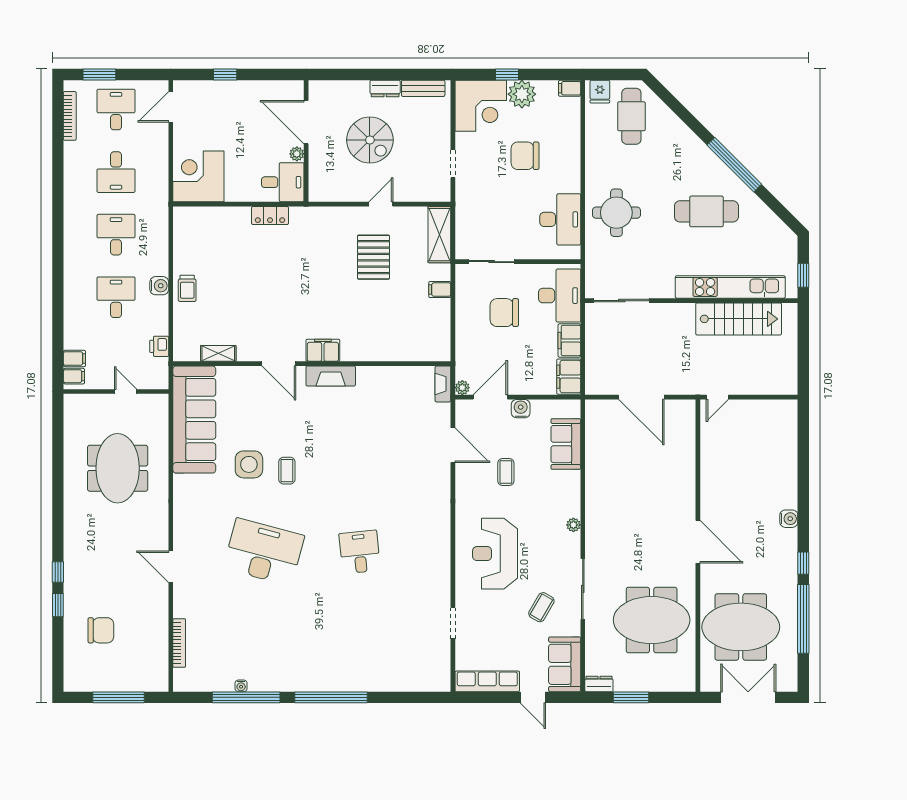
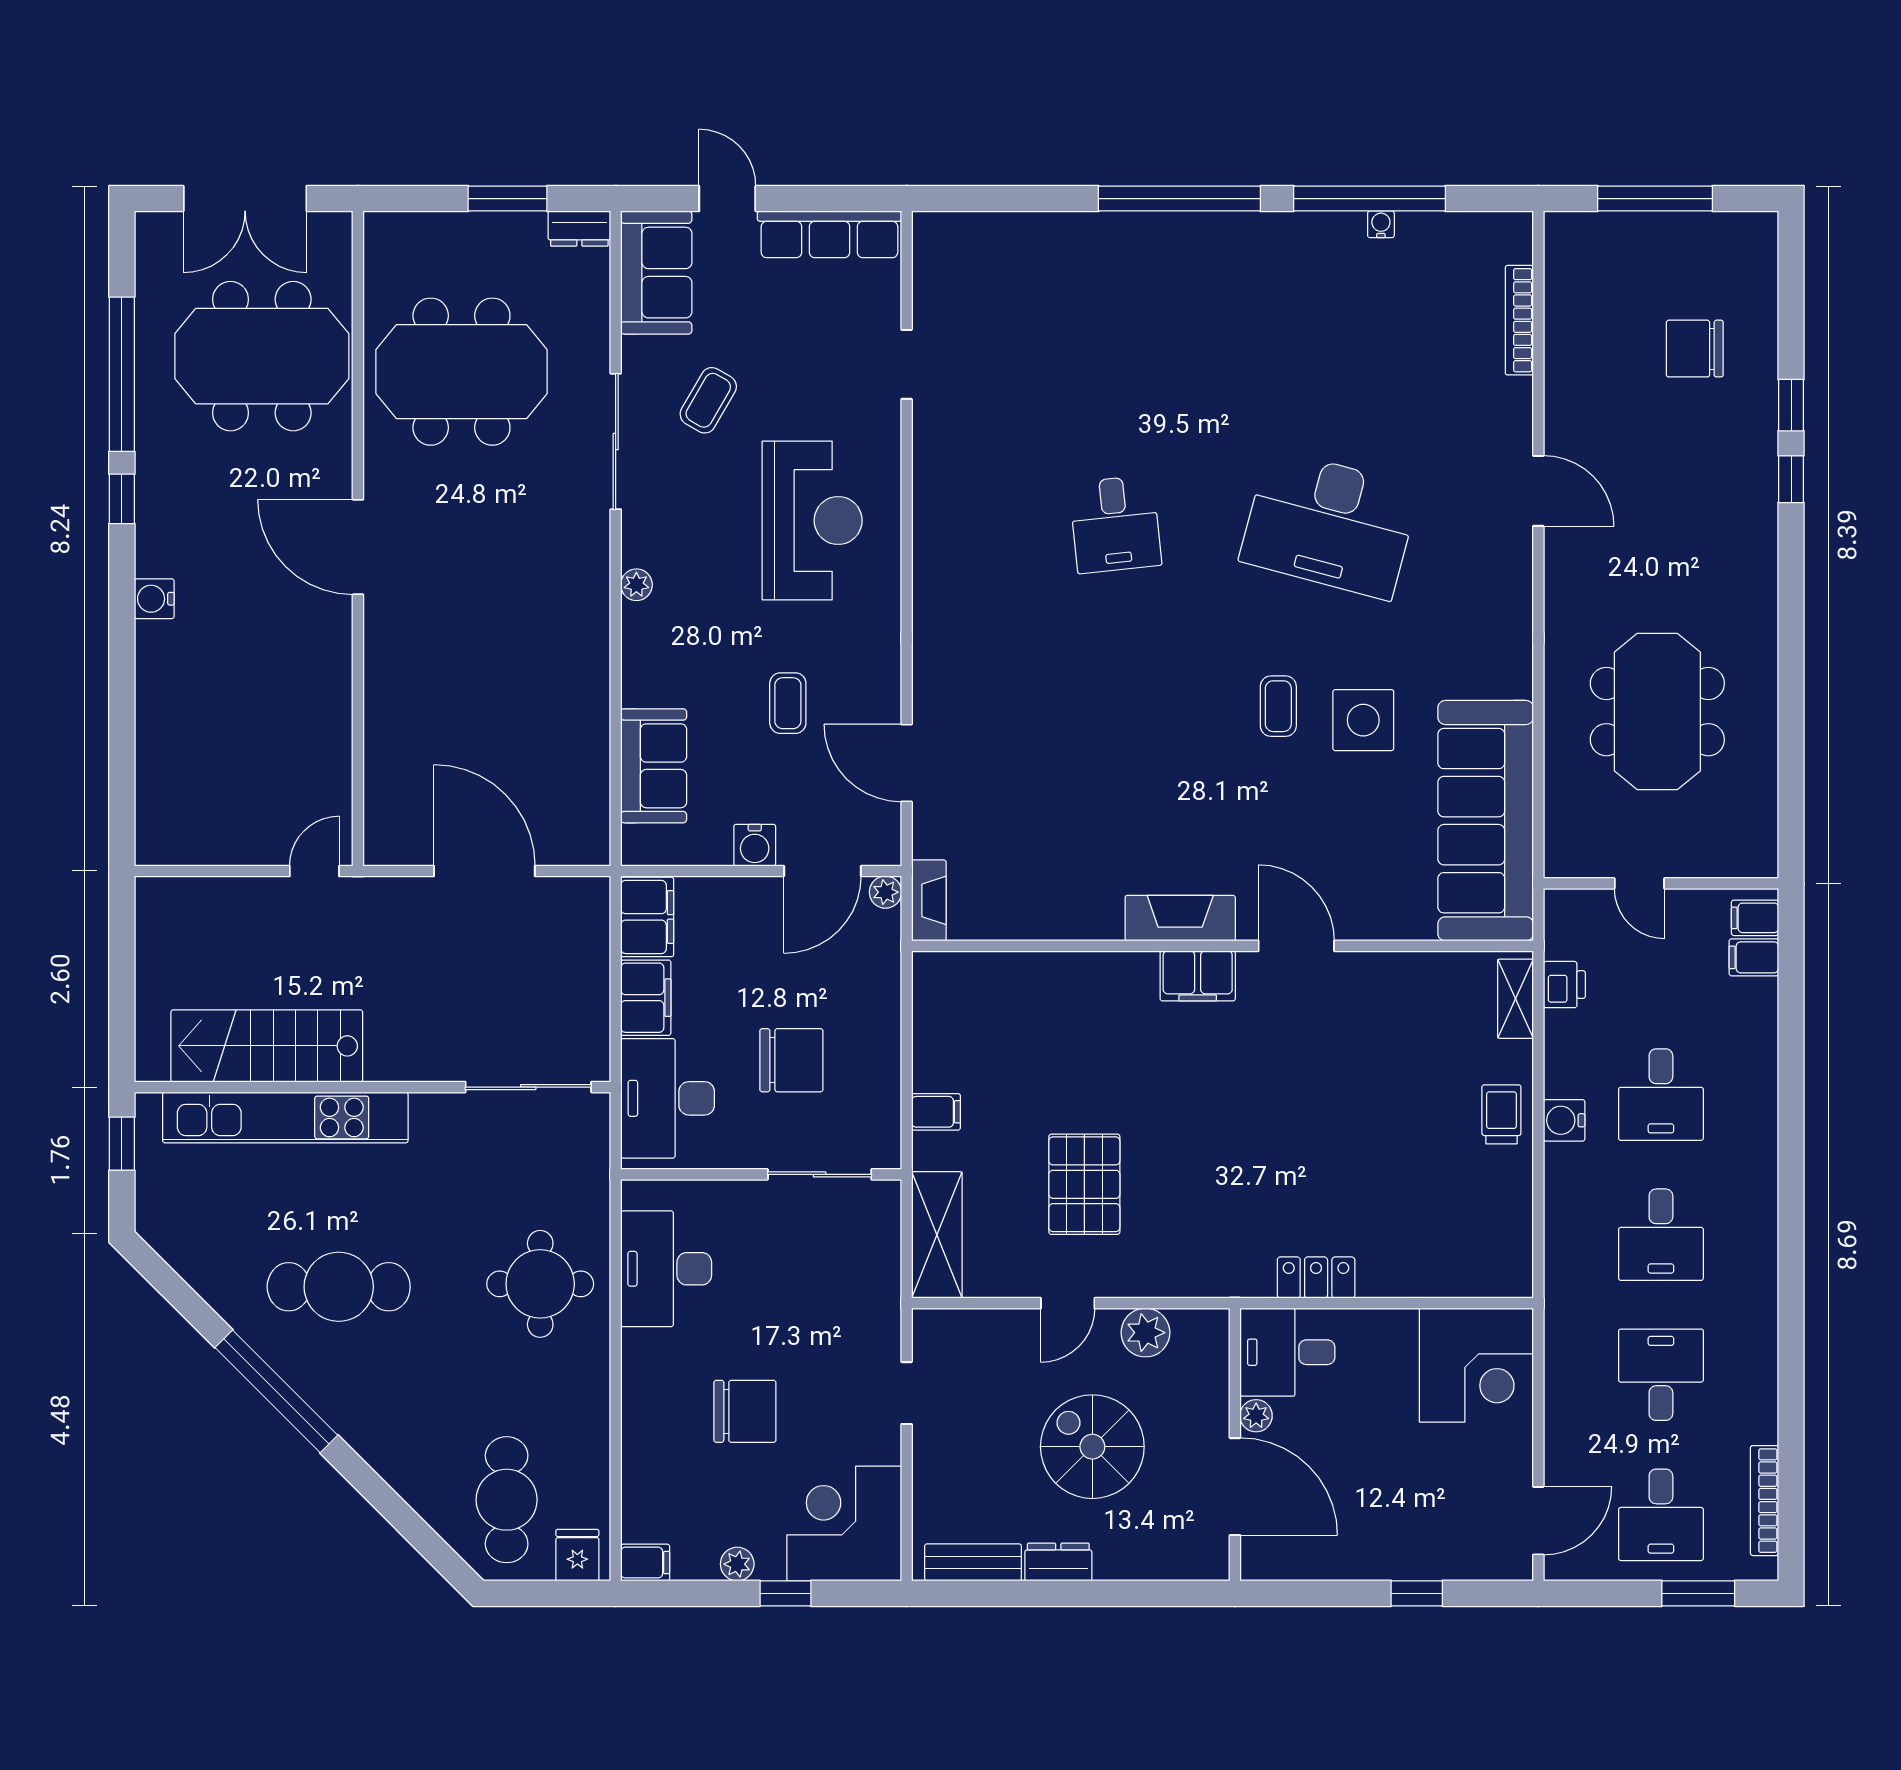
plant: (522, 94) -> (737, 1564), width x0.53, depth x0.53
plant: (346, 191) -> (1145, 1333), added
shelving: (218, 353) -> (1515, 999), moved, turned 90

